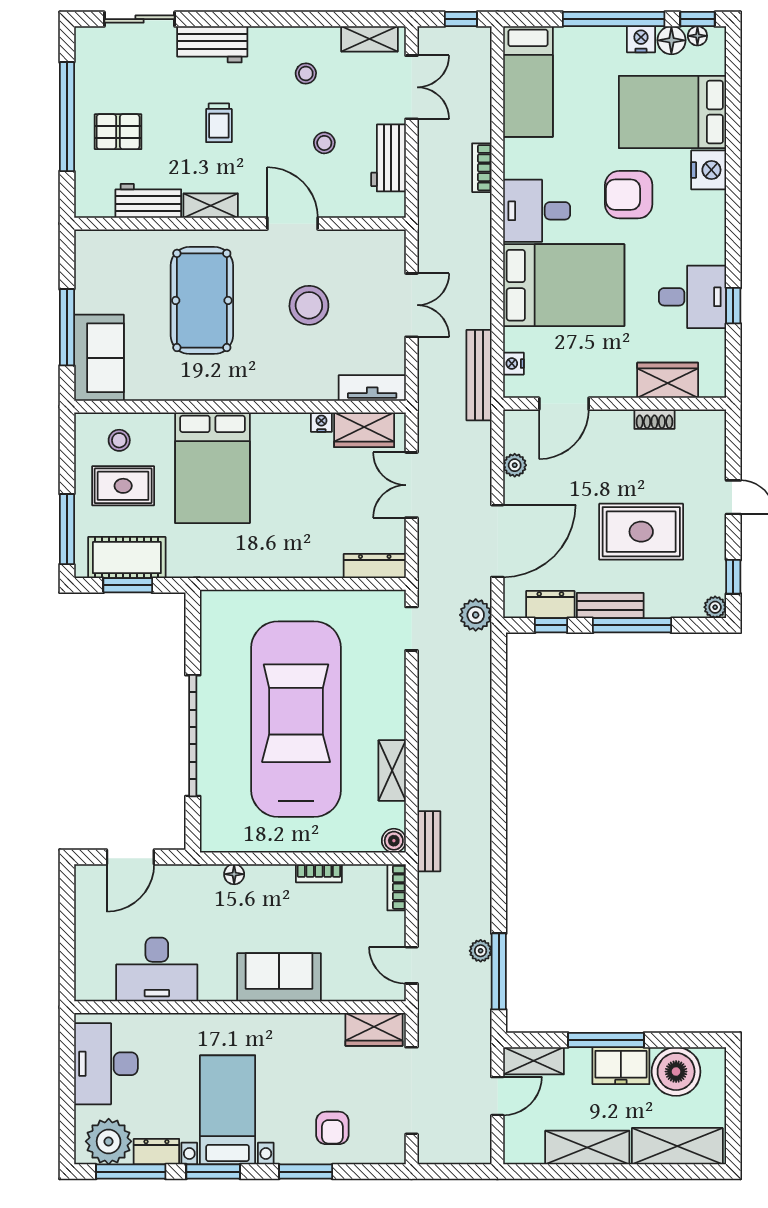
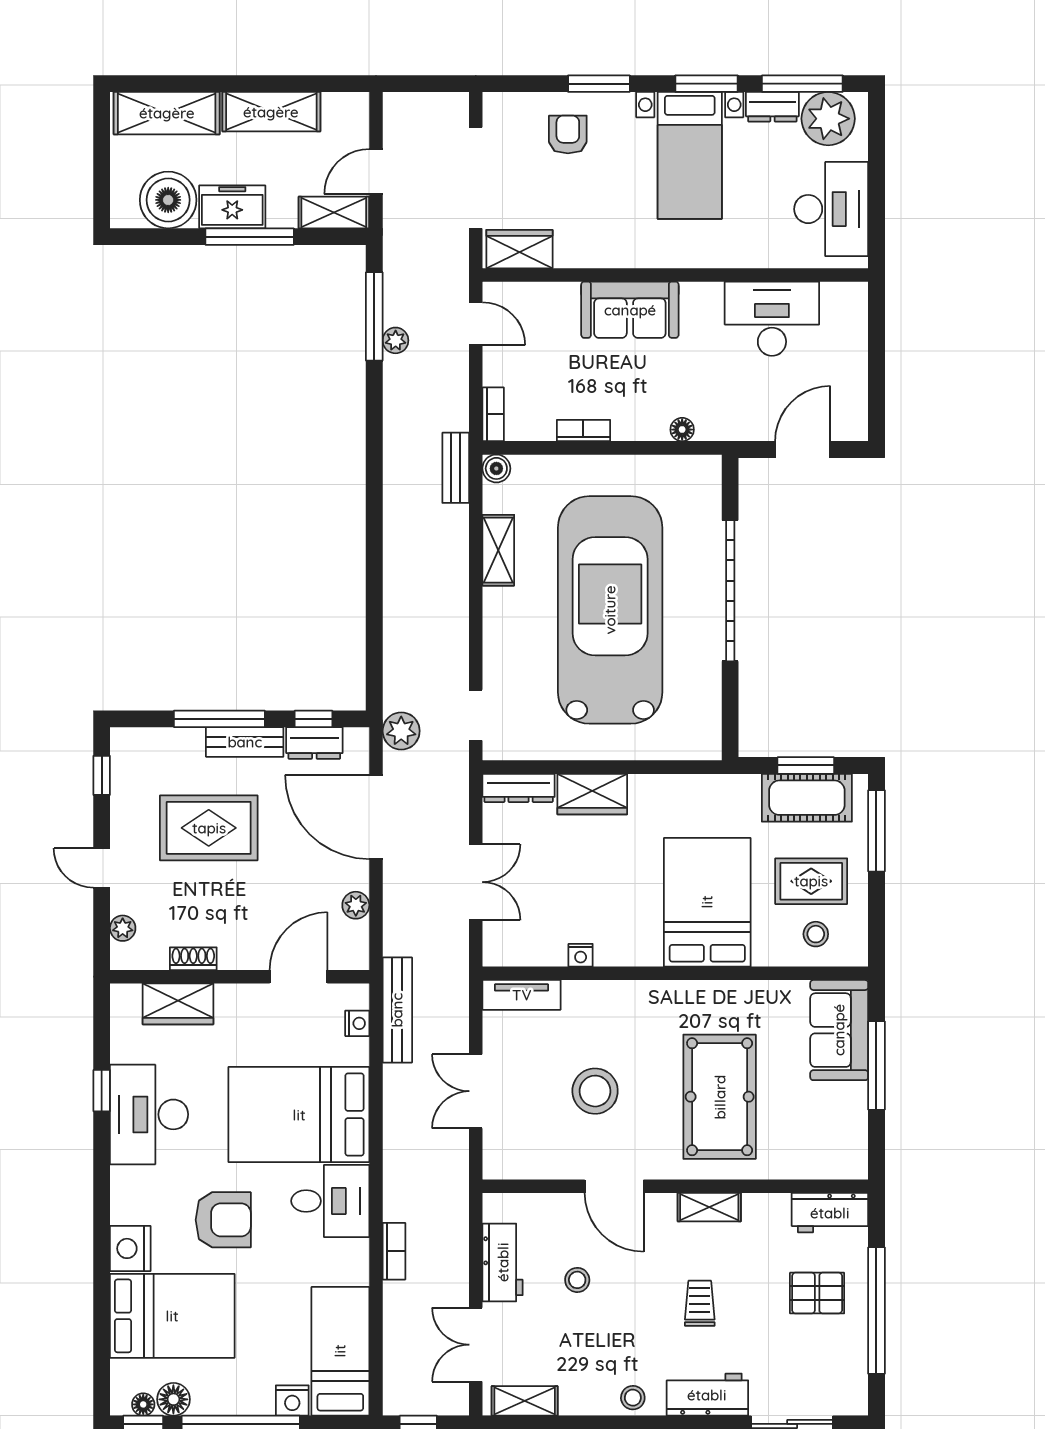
nightstand: (641, 39) -> (292, 1401), moved
stool: (306, 73) -> (633, 1398), moved
workbench: (148, 201) -> (830, 1213), moved
desk: (692, 297) -> (149, 1114), width x1.37
wardrobe: (364, 430) -> (592, 794), moved, turned 180
door: (497, 541) -> (376, 817), hinge flipped
plant: (715, 607) -> (123, 928), moved
car: (296, 719) -> (610, 610), turned 180

